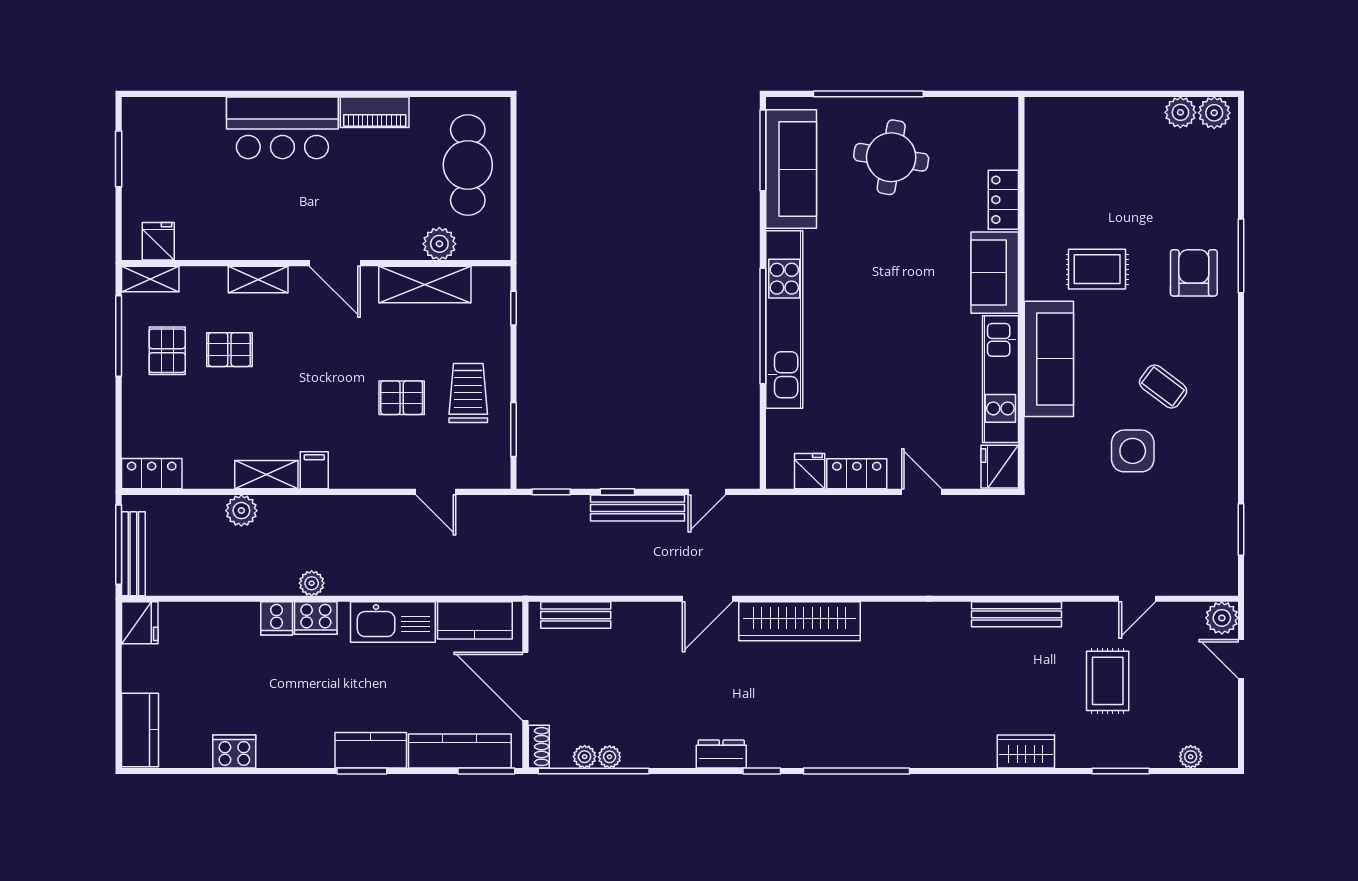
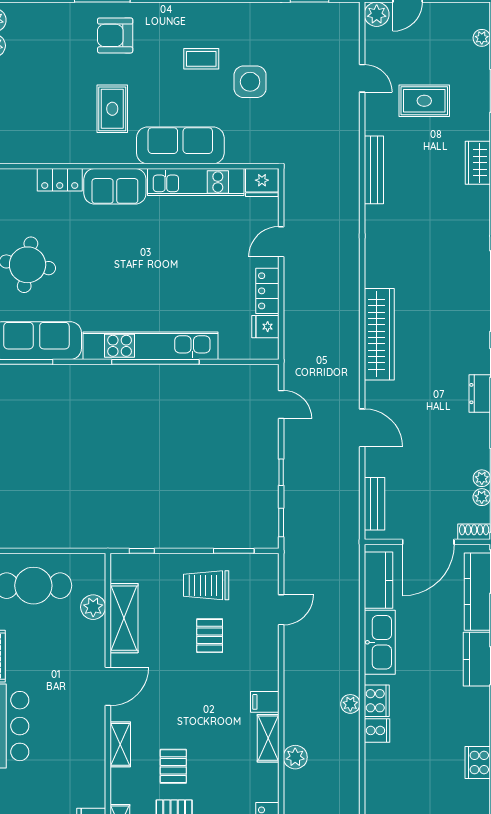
coffee table: (1163, 387) -> (201, 59), turned 53
bench: (637, 508) -> (293, 457), removed
door: (707, 599) -> (362, 428), moved

